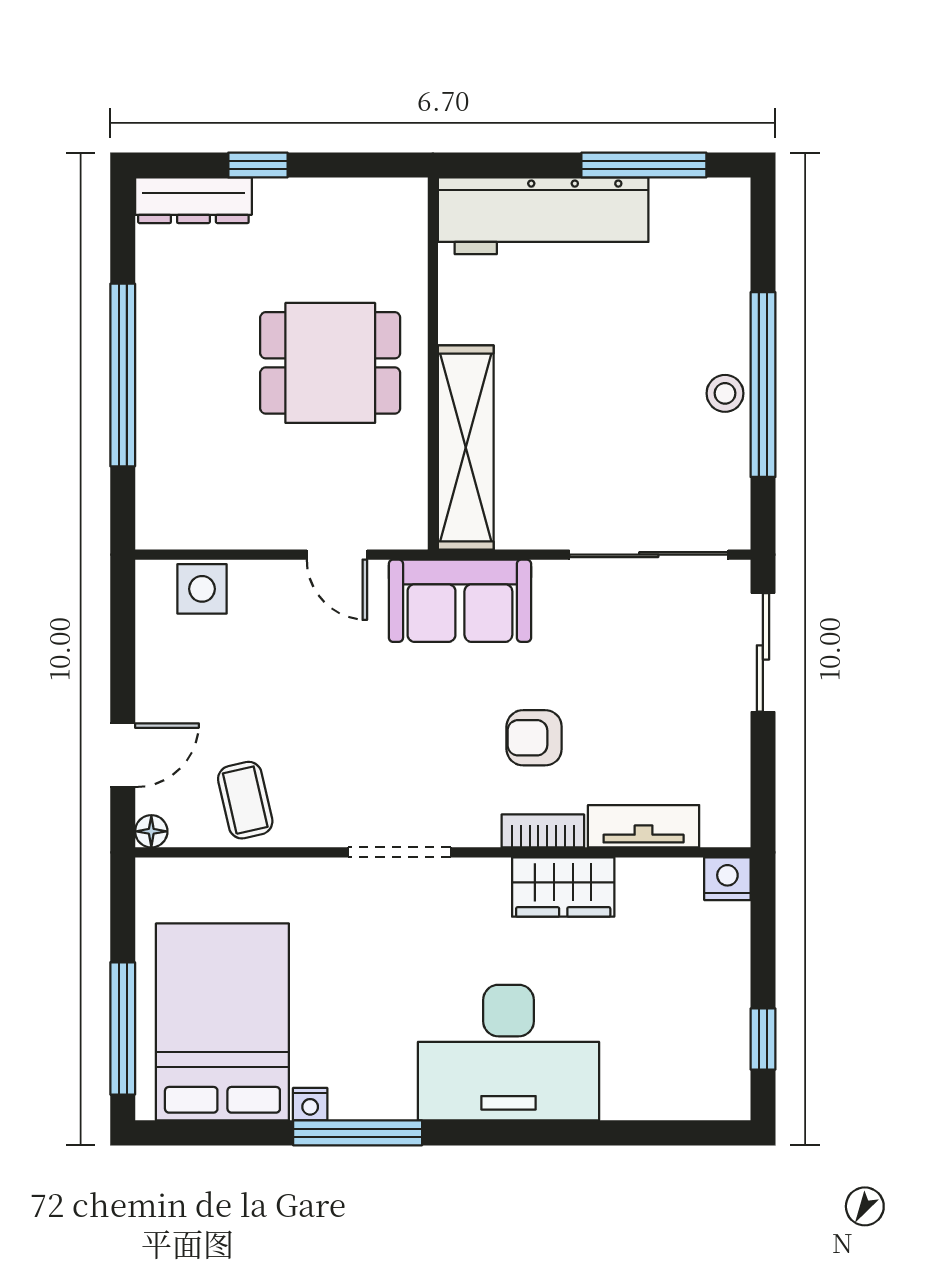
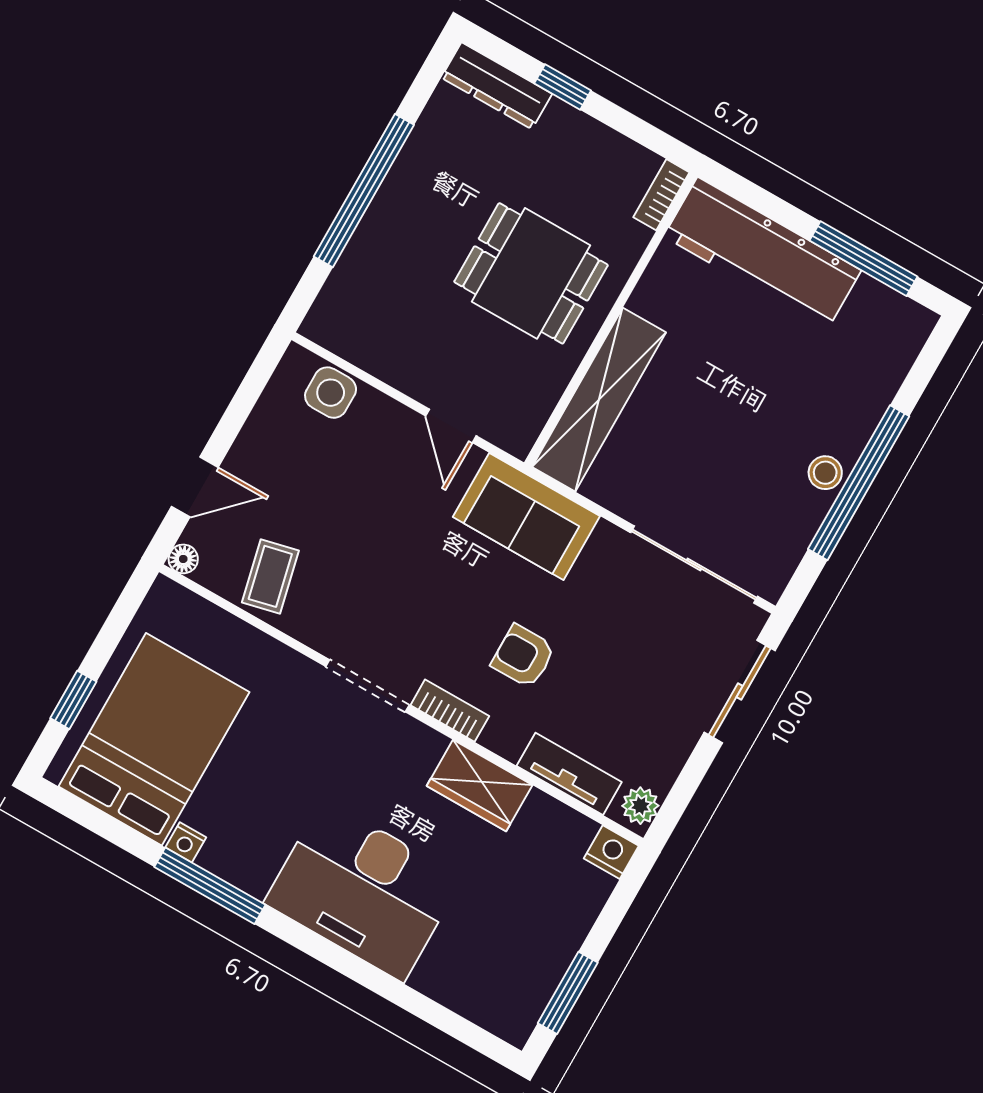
bookcase: (413, 215) -> (661, 195), added
plant: (730, 818) -> (640, 806), added
bookcase: (543, 831) -> (450, 711), moved
window: (123, 1028) -> (73, 700), width x0.46
window: (763, 1039) -> (568, 993), width x1.50

